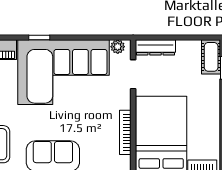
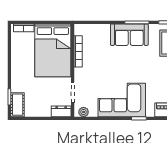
dresser: (155, 47) -> (61, 111), width x0.70
corner sofa: (64, 72) -> (122, 100), width x0.73, depth x0.74

